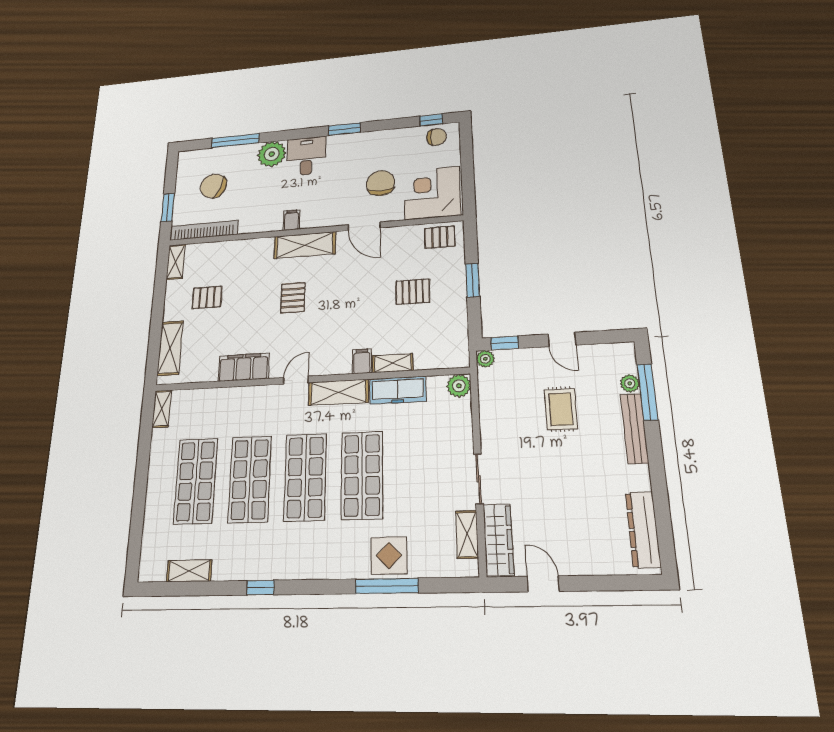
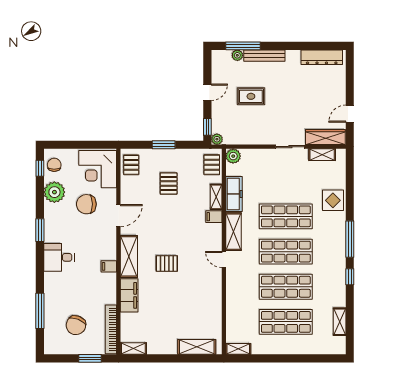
plant: (272, 154) -> (54, 192), moved
pallet: (207, 297) -> (212, 165), moved
filing cabinet: (244, 367) -> (129, 295), moved, turned 180
window: (387, 586) -> (350, 239), moved

